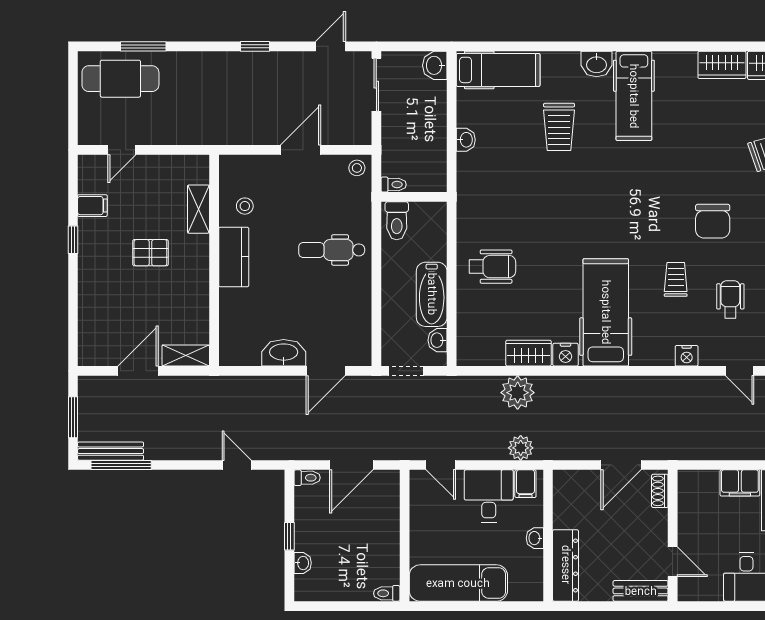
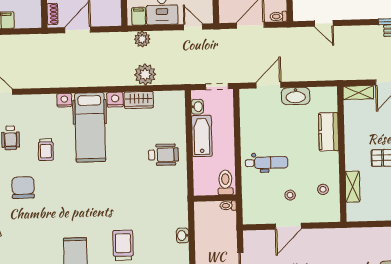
stool: (357, 168) -> (290, 195), moved
kitchen counter: (234, 257) -> (329, 132), moved
wheelchair: (492, 267) -> (163, 155), turned 180
nightstand: (687, 356) -> (64, 100), moved

